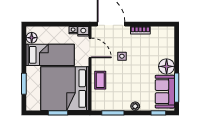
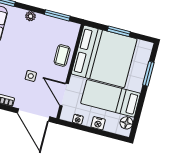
nightstand: (83, 31) -> (98, 123), moved

